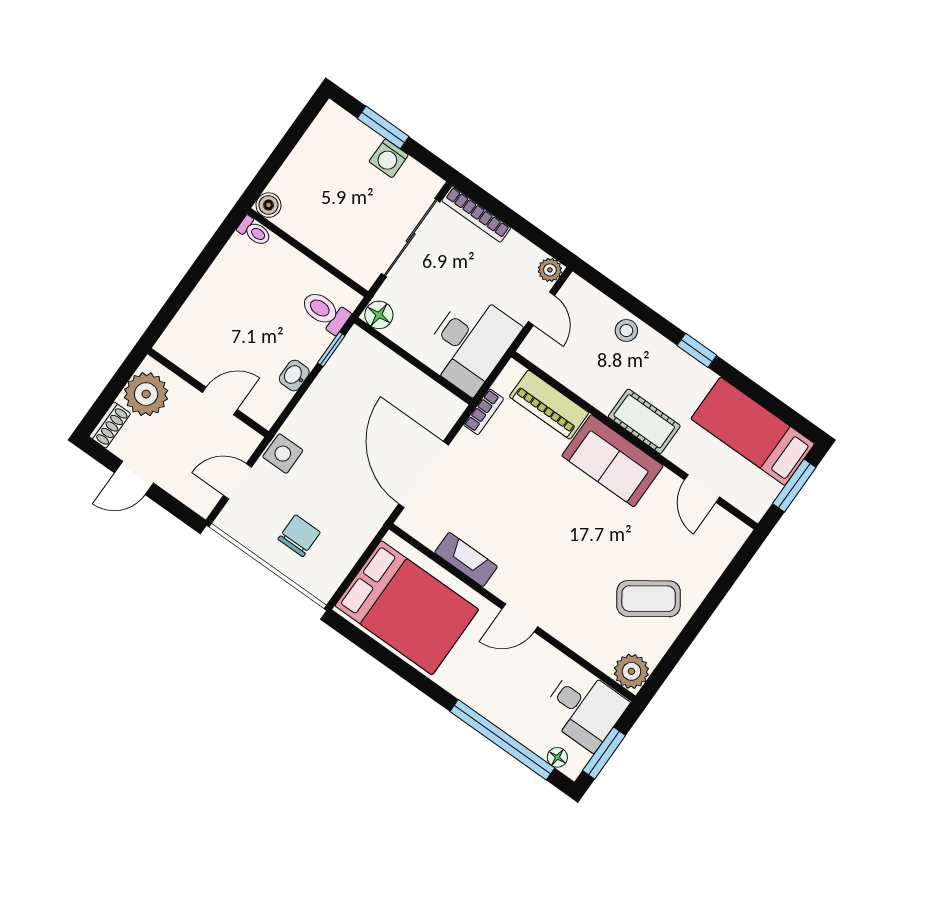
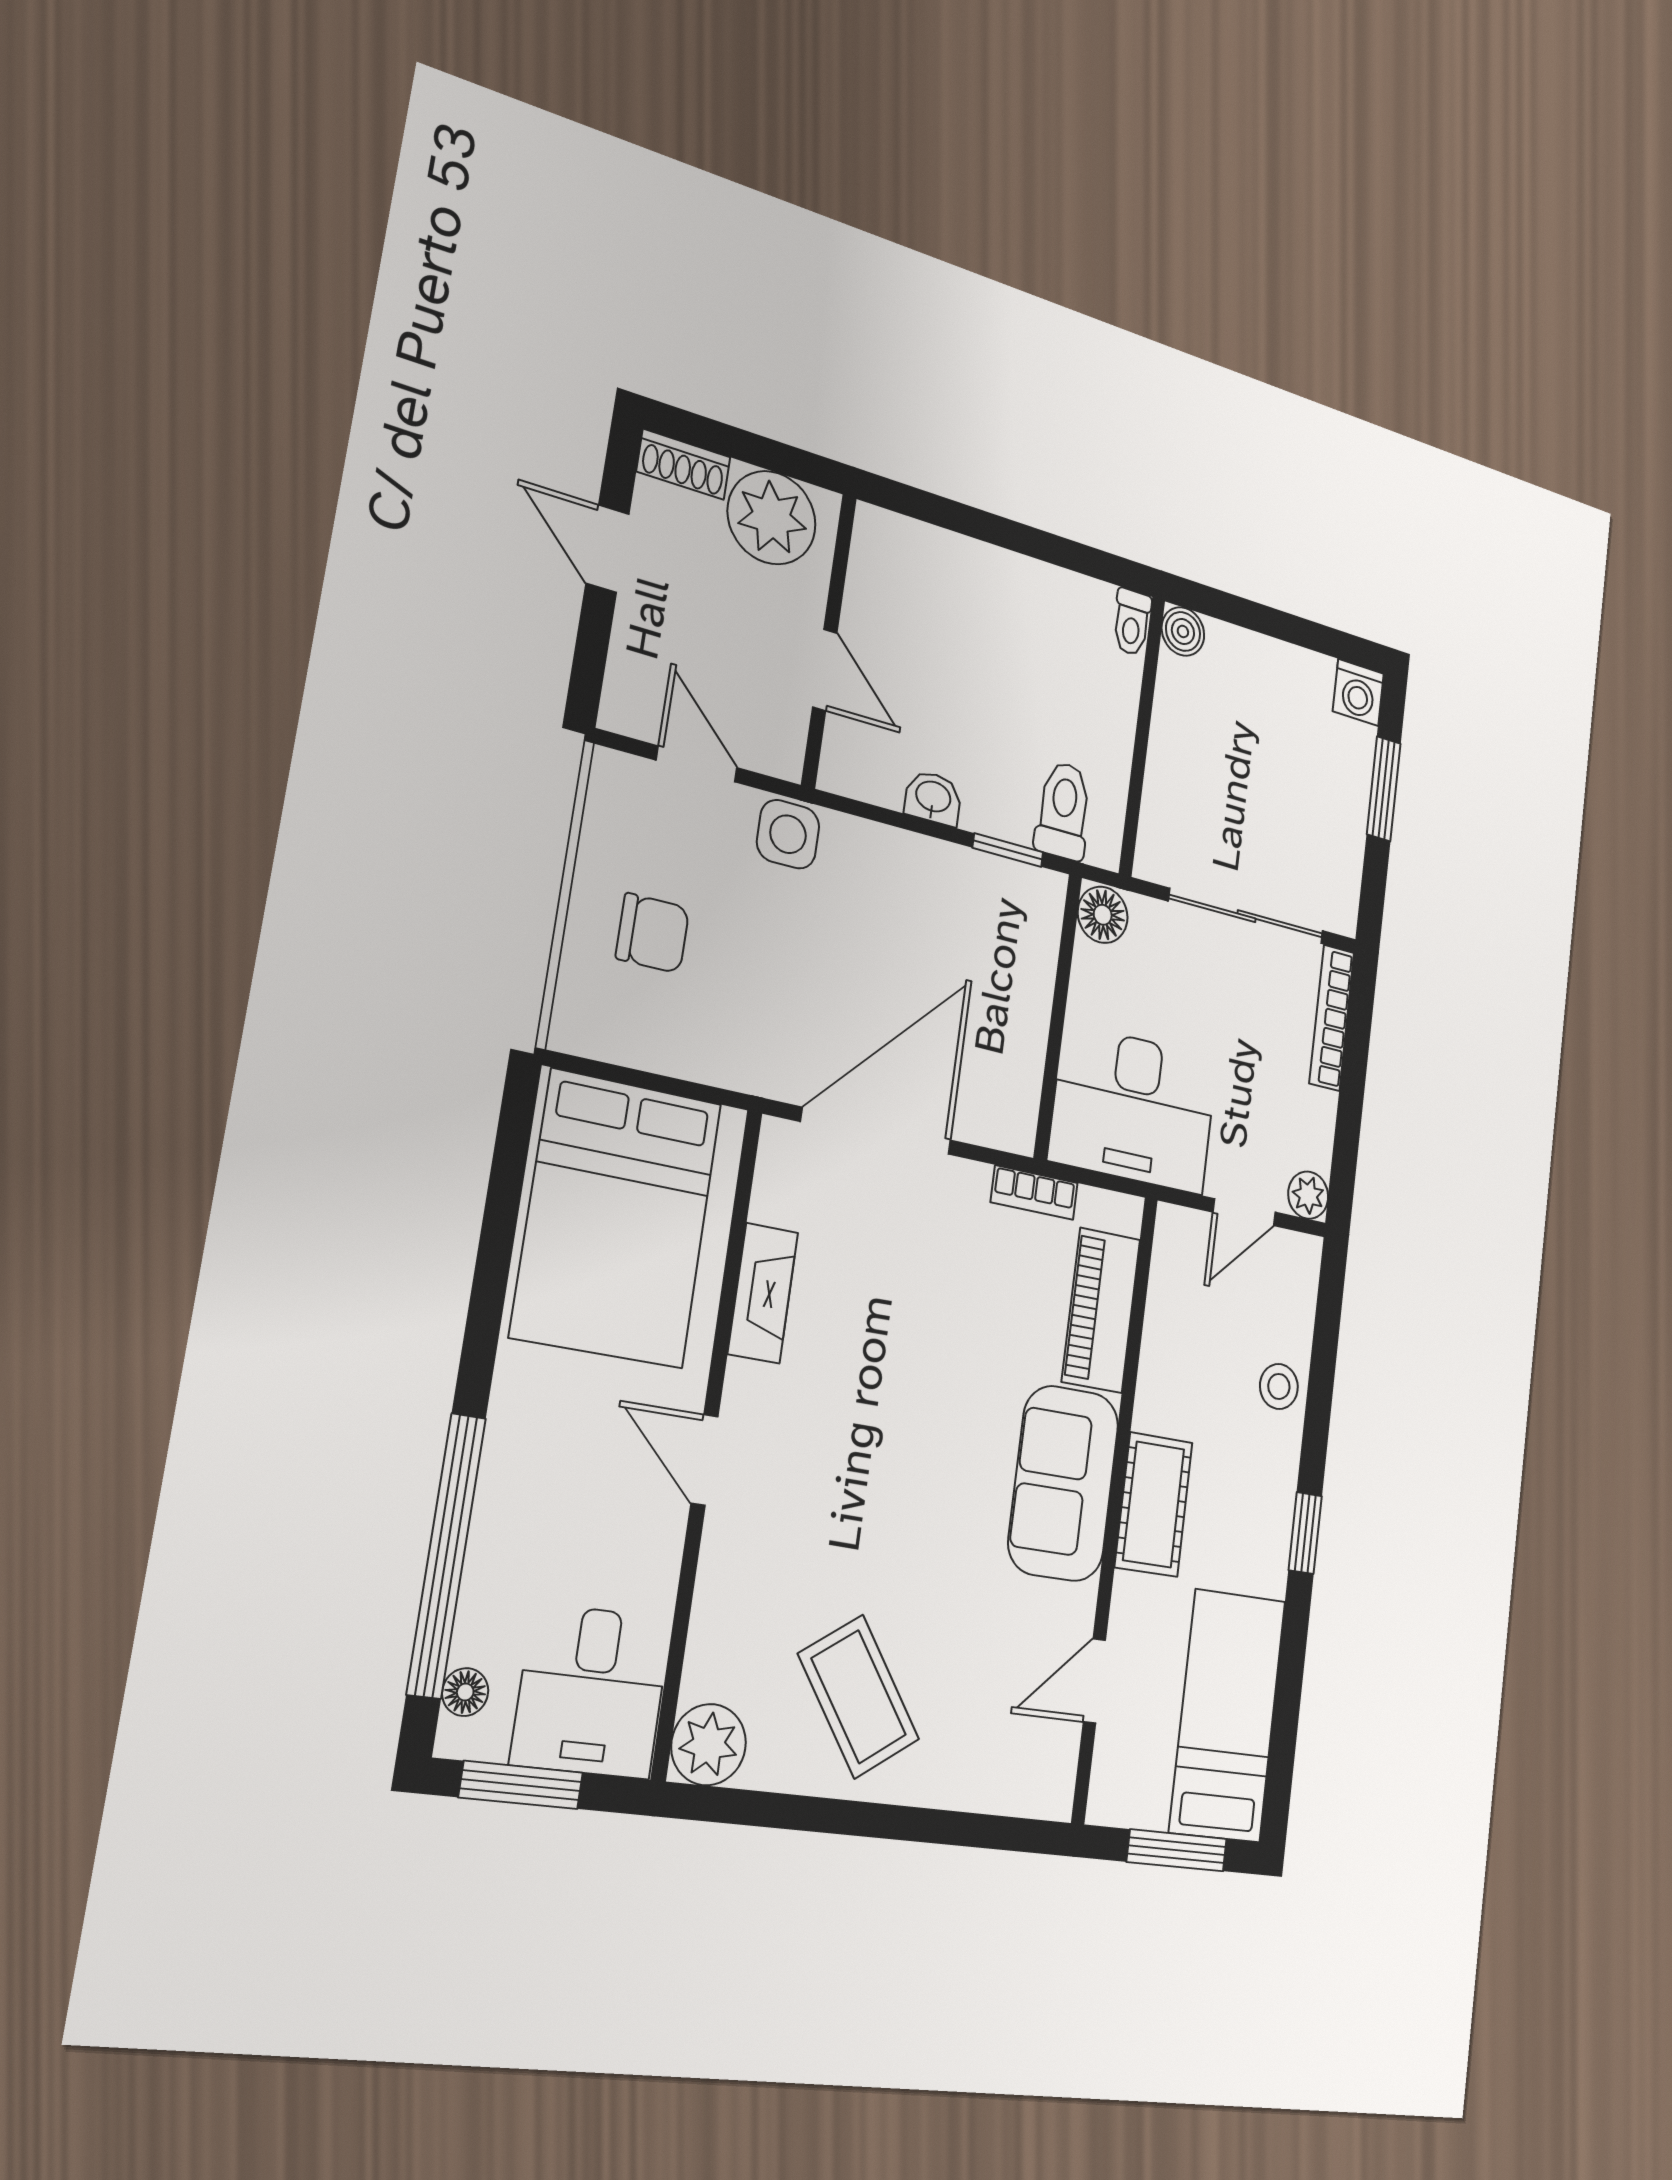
washing machine: (389, 158) -> (1358, 692), moved, turned -90

